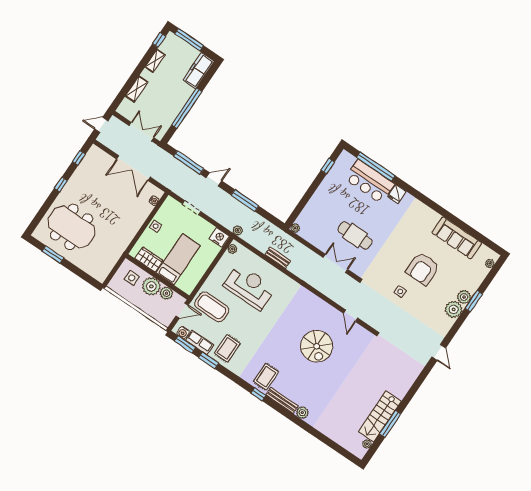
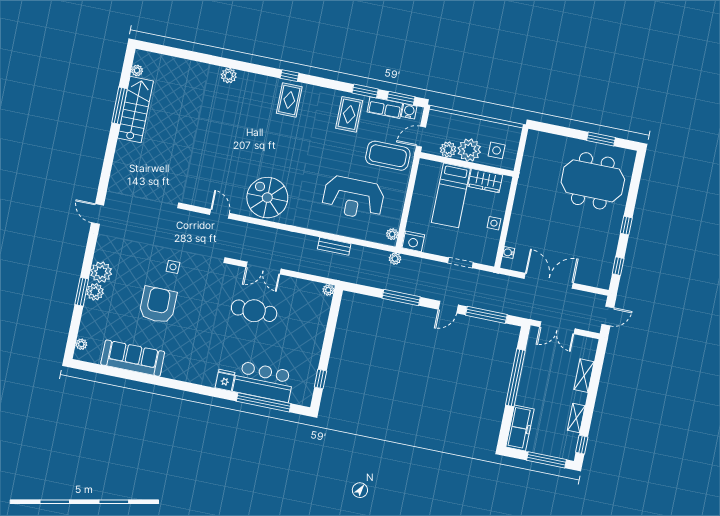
spiral stairs: (317, 346) -> (267, 198), moved
bench: (282, 400) -> (259, 80), removed

